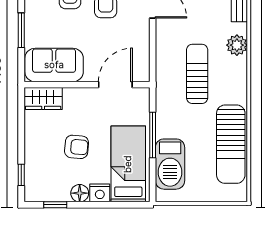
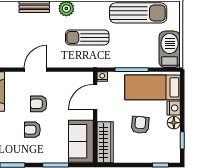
door: (115, 85) -> (95, 97), hinge flipped
nightstand: (143, 95) -> (102, 77), added
wardrobe: (43, 99) -> (105, 142), width x1.50
barbecue: (170, 164) -> (170, 49), moved, turned -90

